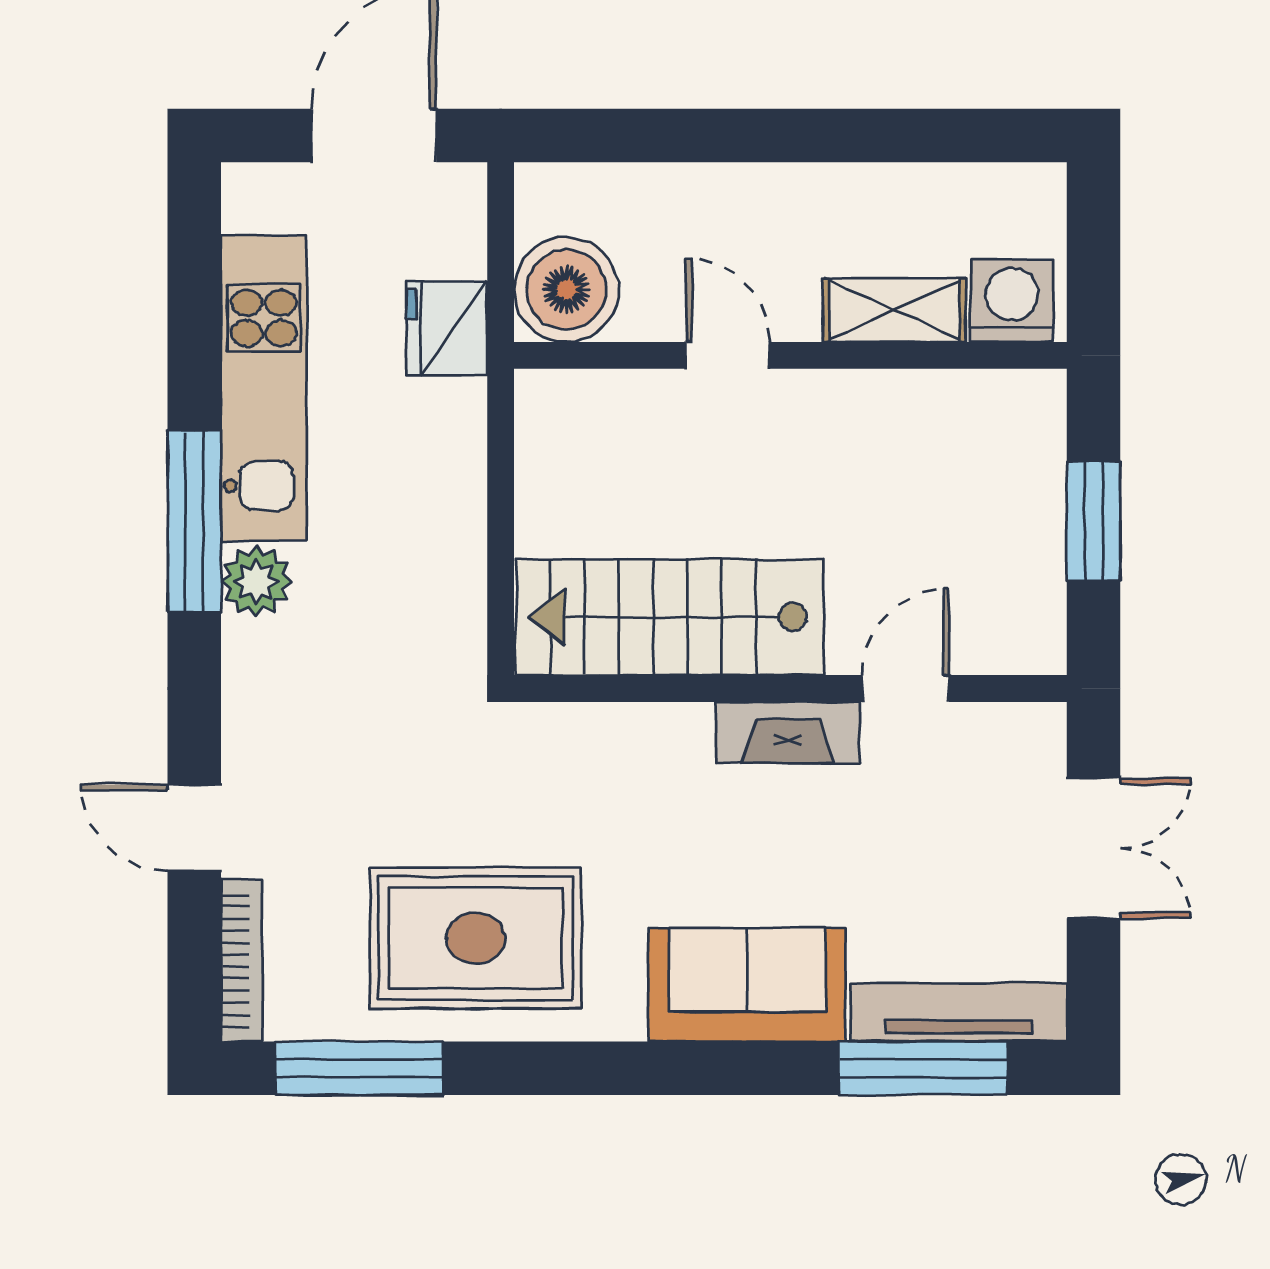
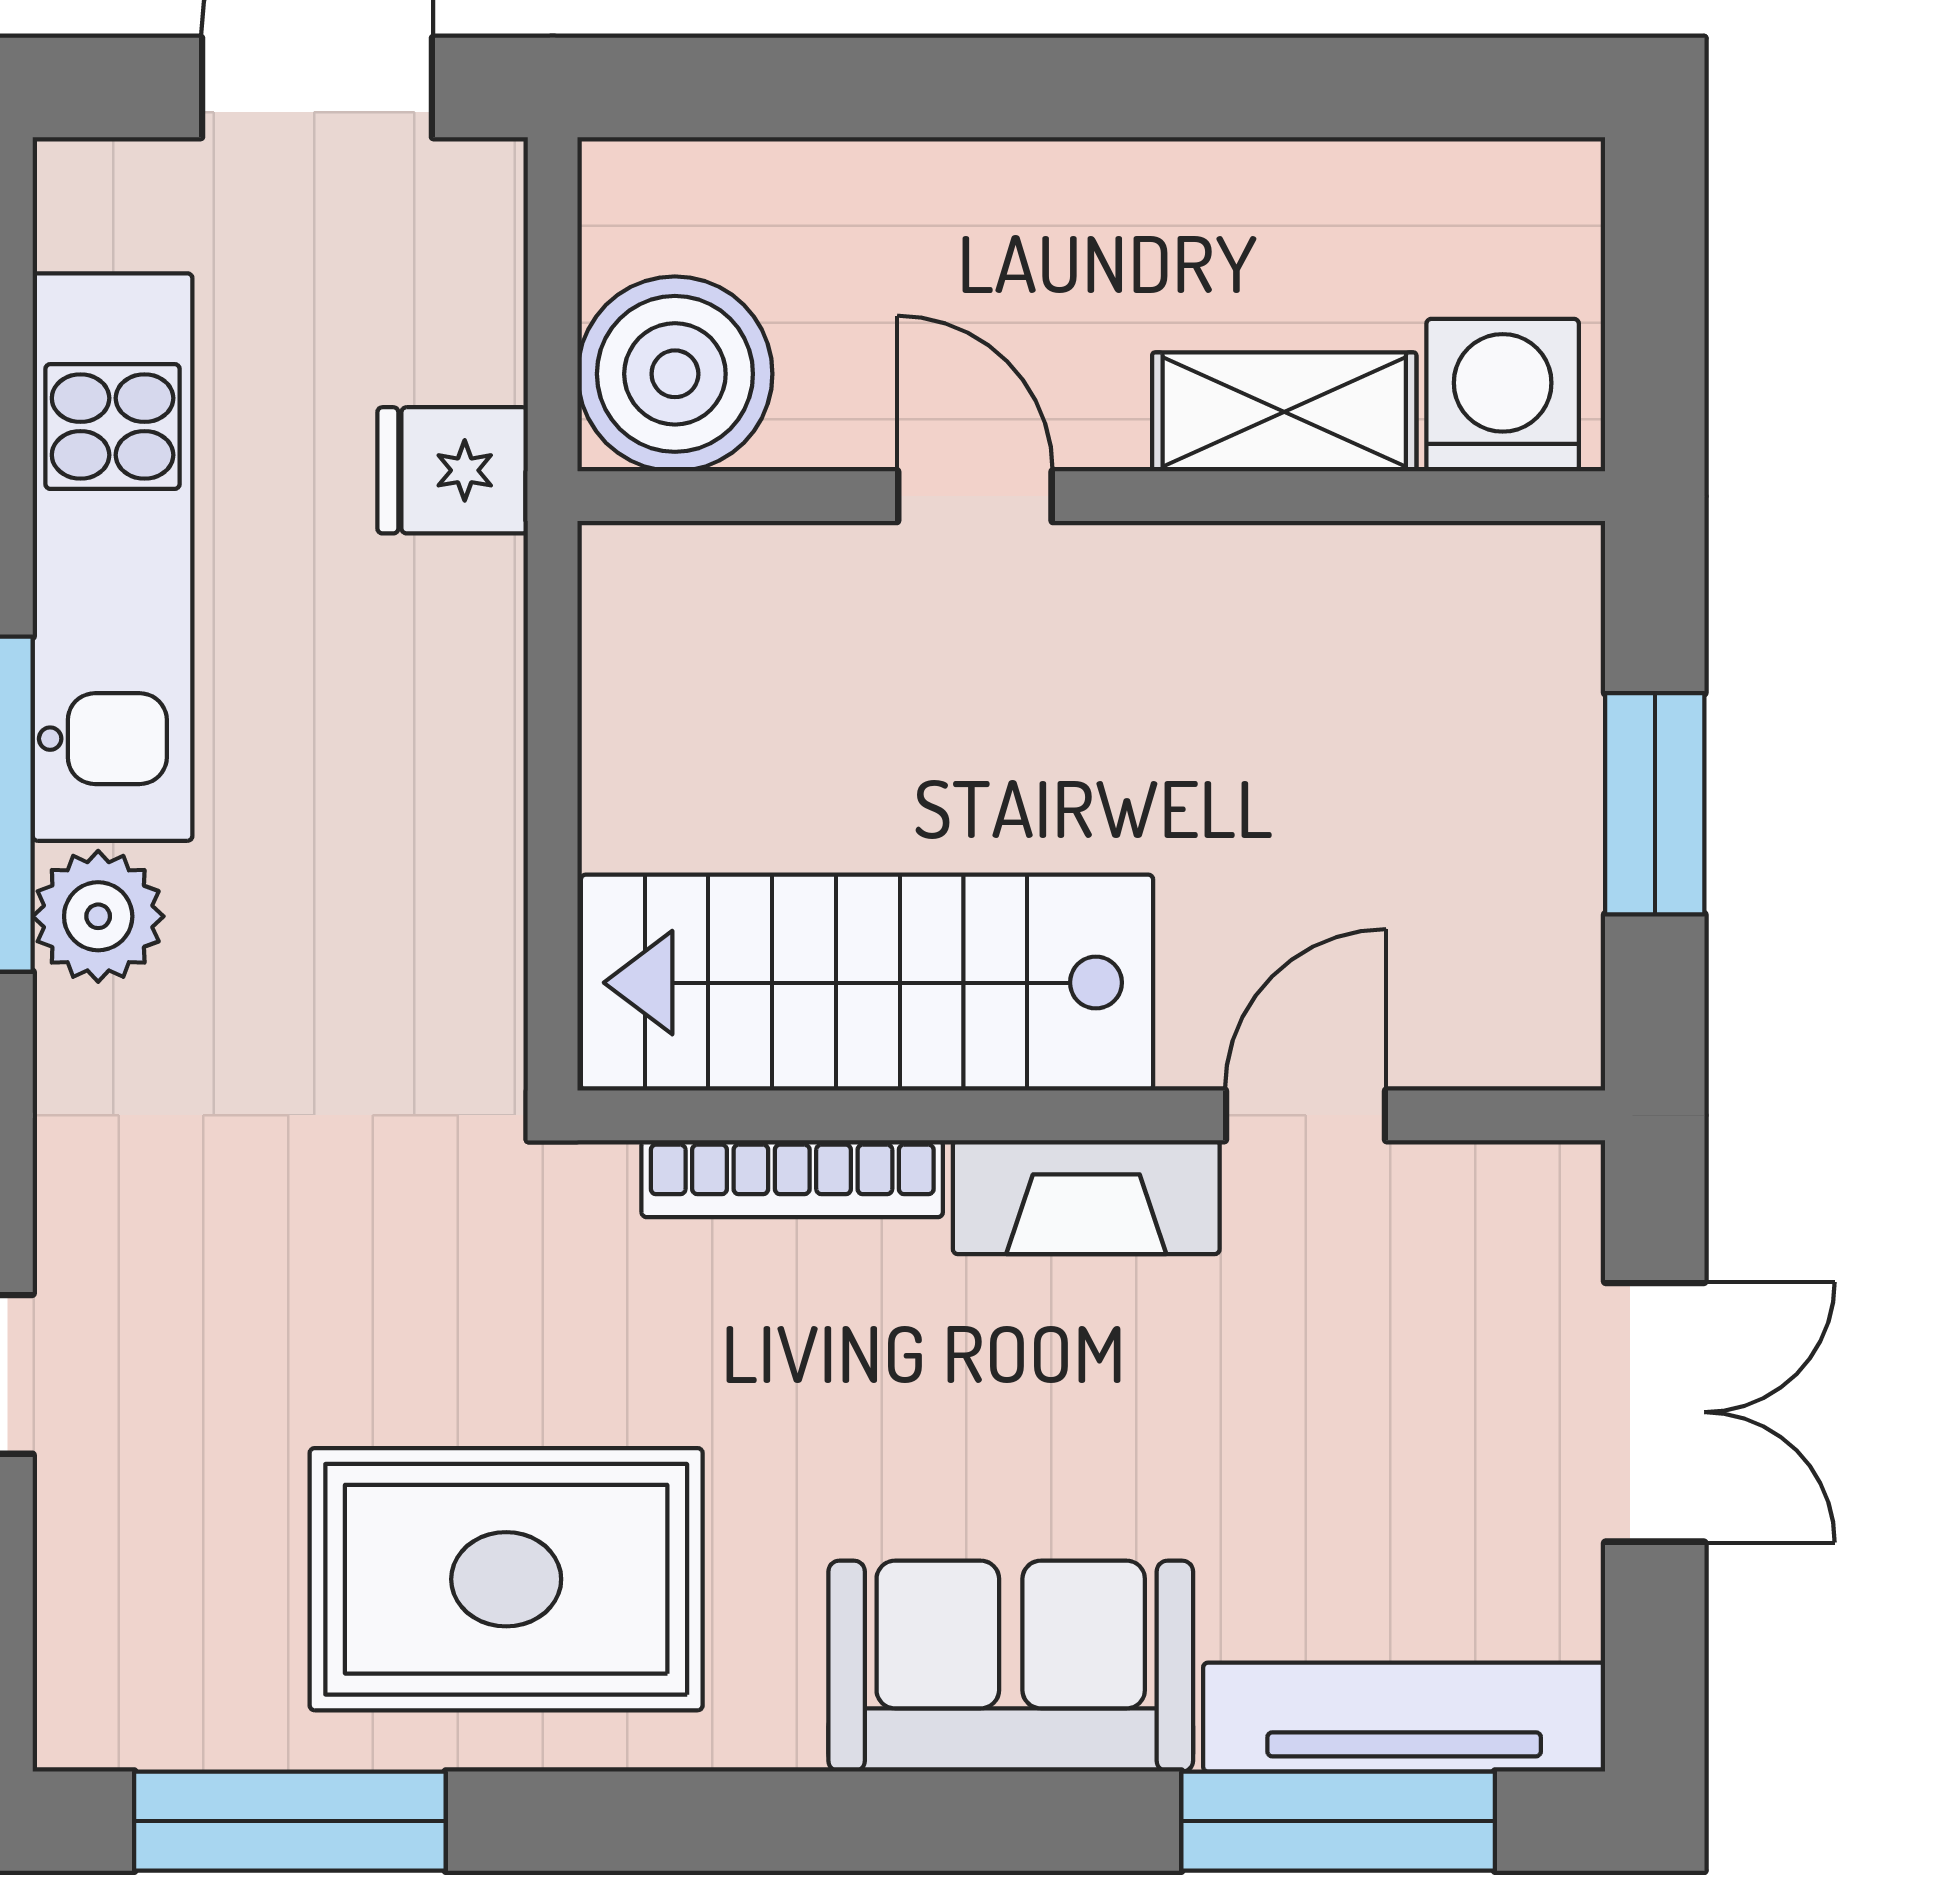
fridge: (447, 328) -> (453, 470), width x0.72
bookcase: (242, 960) -> (792, 1179), moved, turned 90

